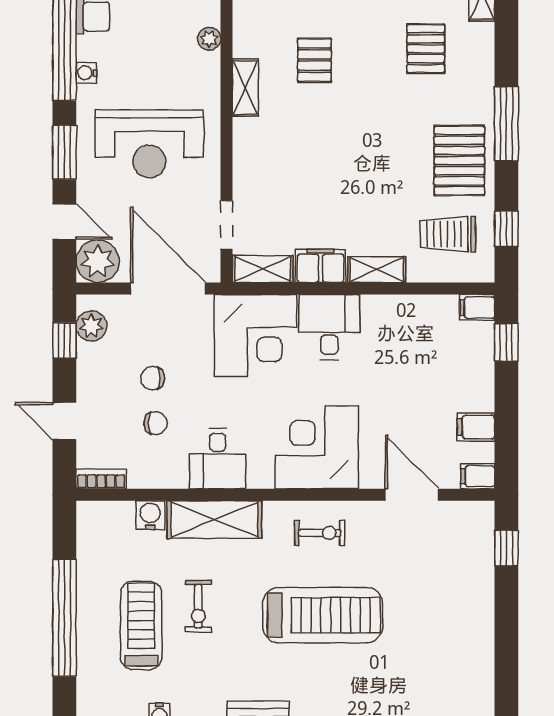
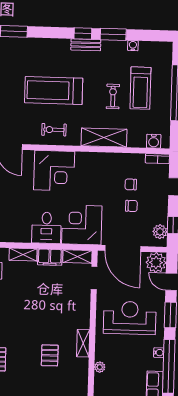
desk: (218, 459) -> (102, 167), removed
water cooler: (150, 515) -> (154, 141), moved

